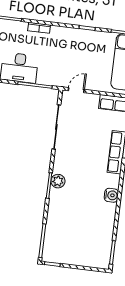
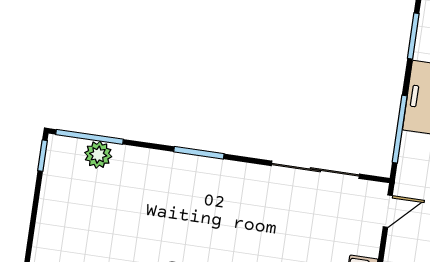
door: (76, 90) -> (388, 211), hinge flipped
plant: (58, 181) -> (98, 155), moved

